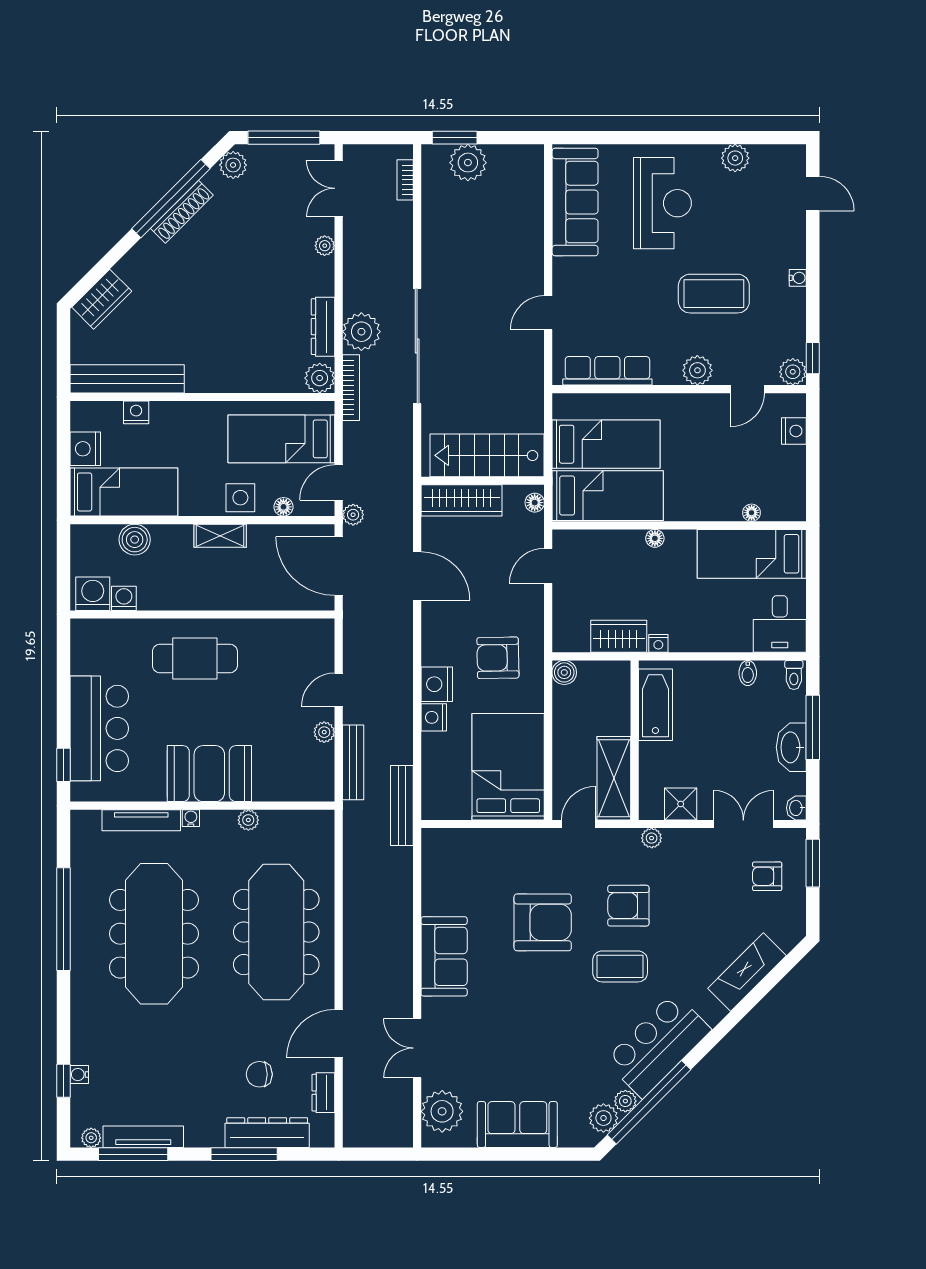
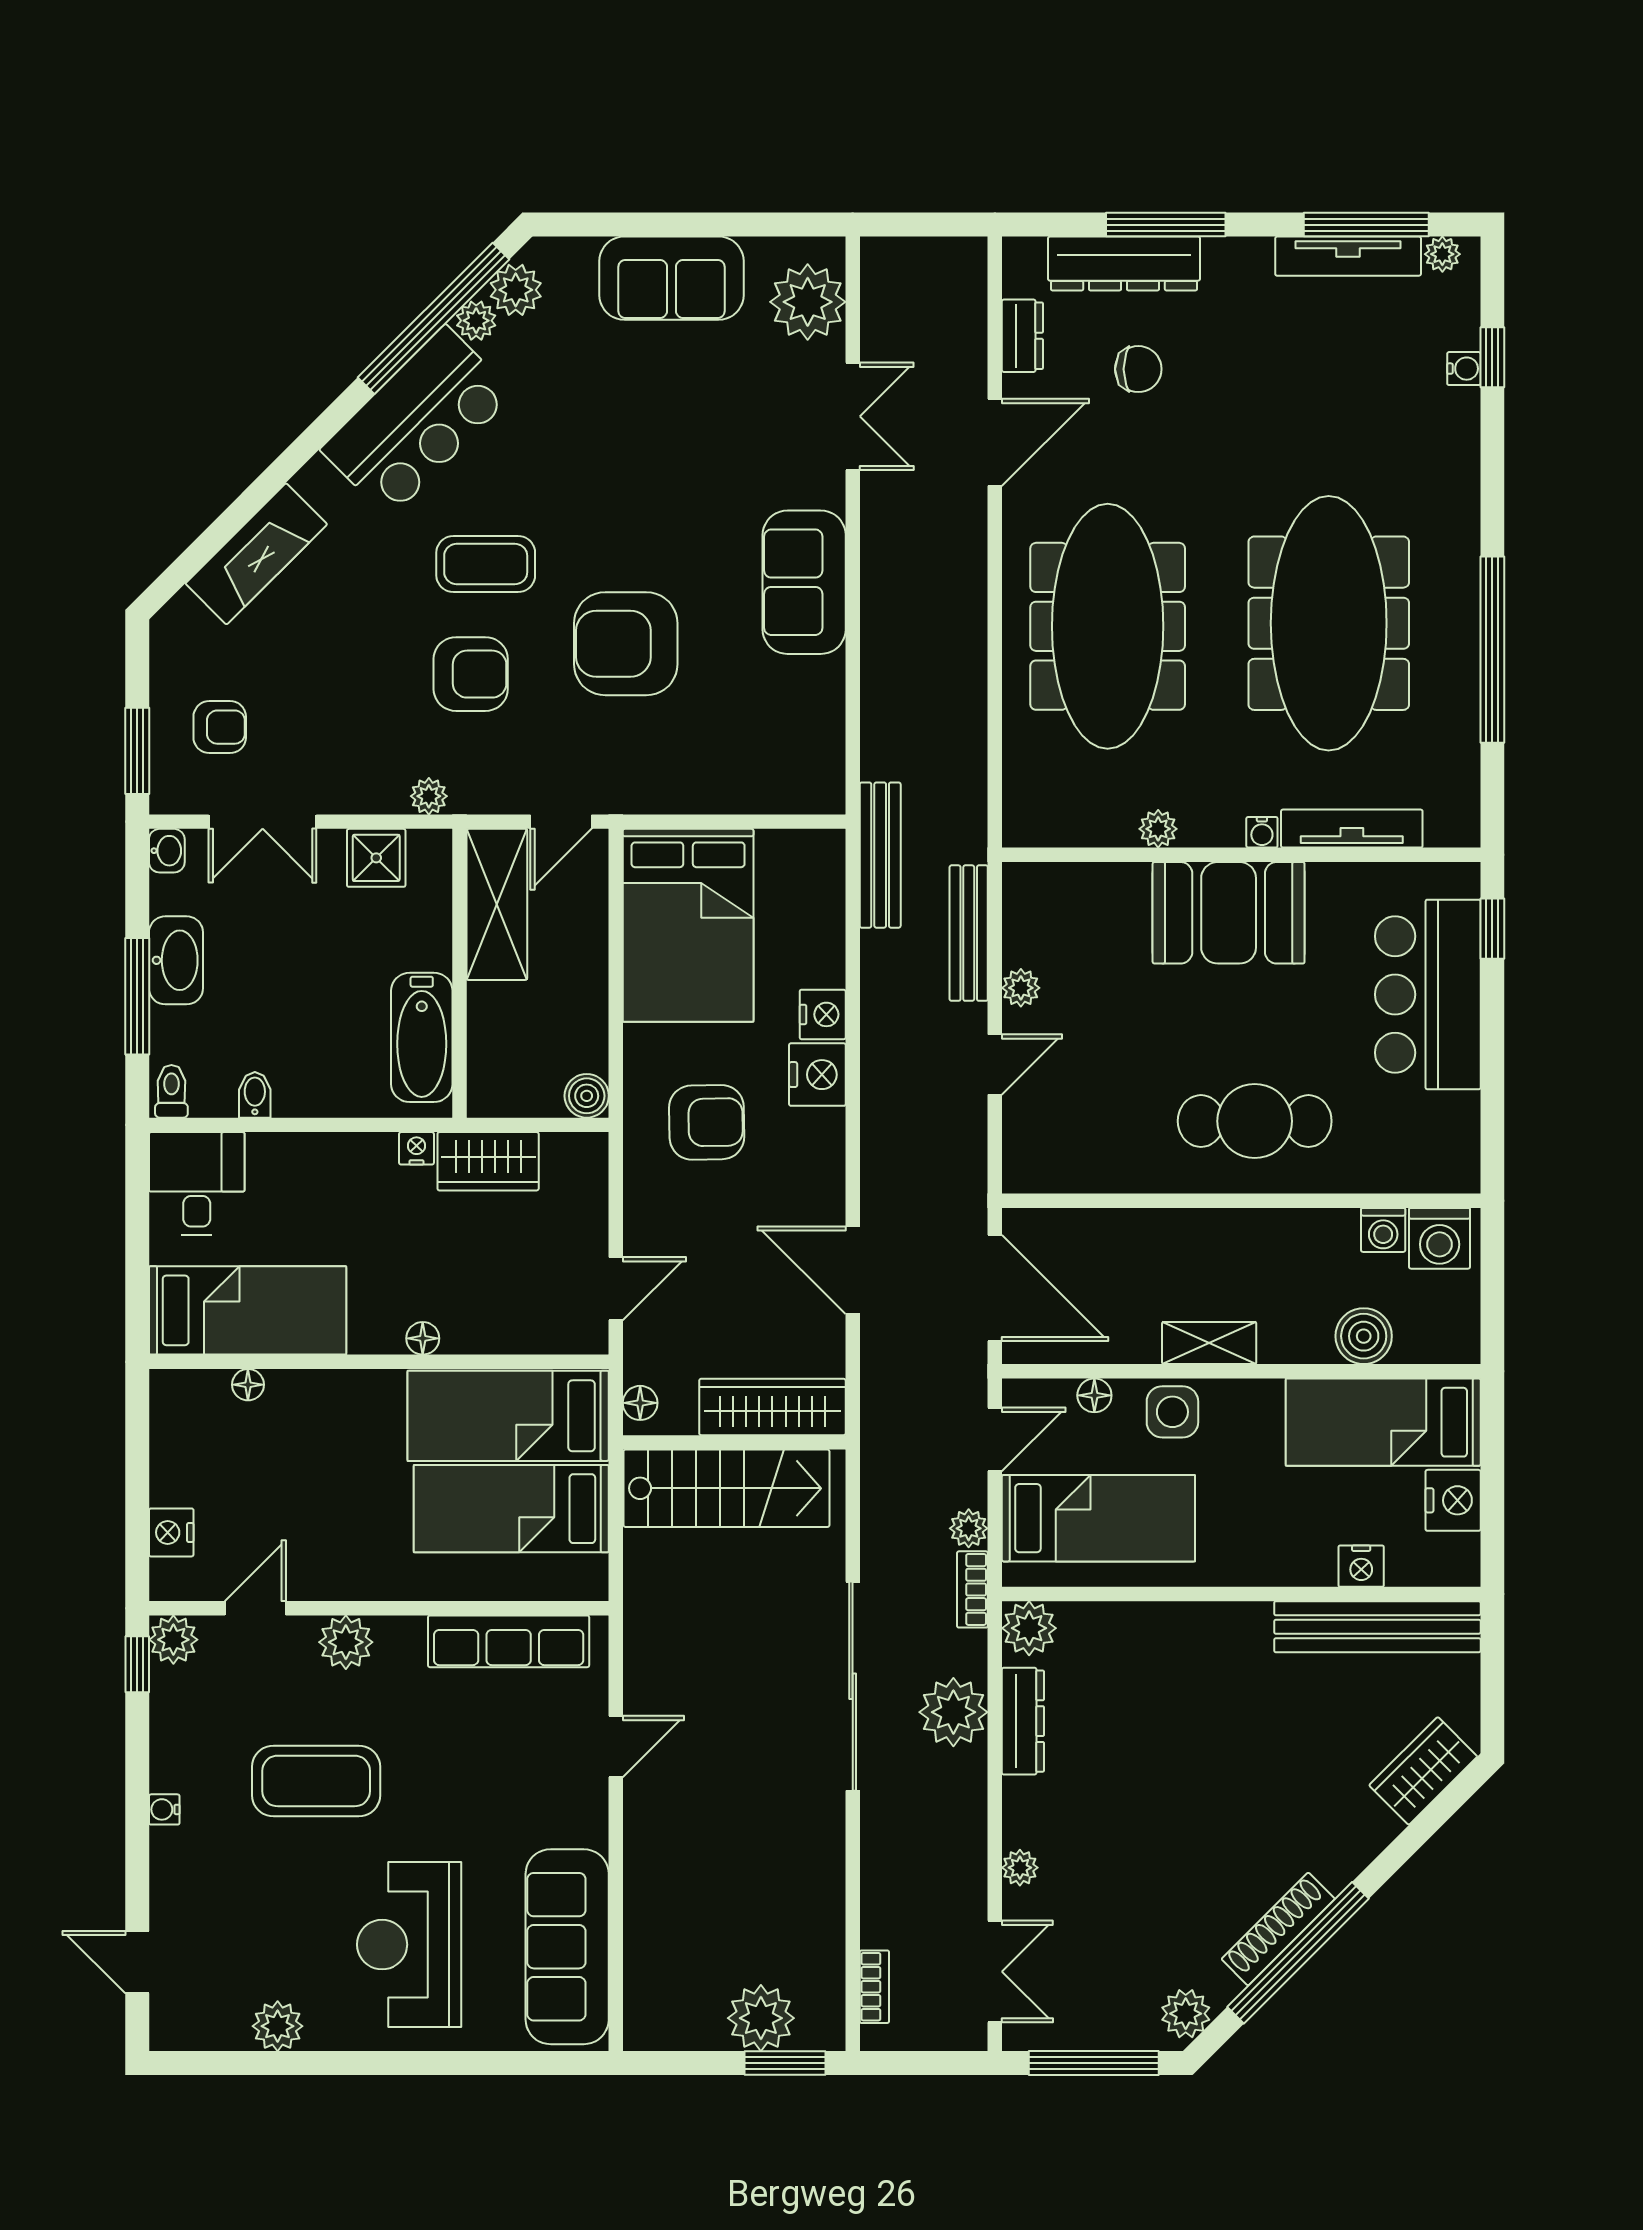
bookcase: (351, 388) -> (972, 1589), width x0.64
plant: (353, 515) -> (969, 1528), moved

